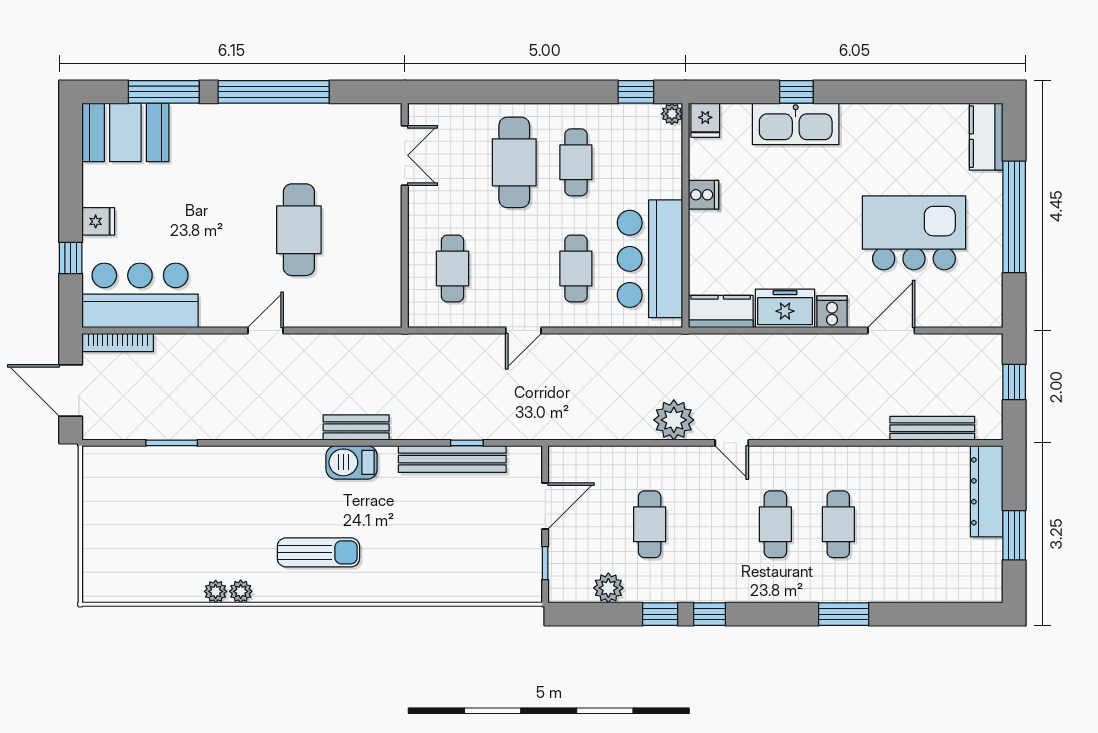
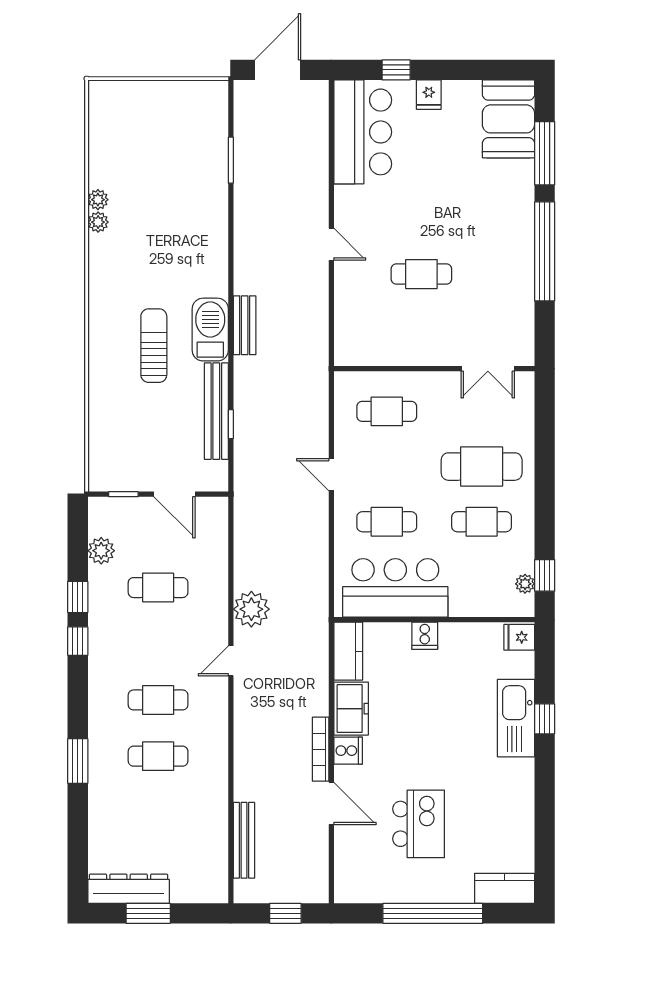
plant: (672, 114) -> (525, 584), moved
cooker: (703, 195) -> (425, 636), moved
cafe table: (299, 230) -> (421, 274), width x0.73, depth x0.74
kitchen island: (914, 233) -> (419, 824), width x0.73, depth x0.78
bookcase: (118, 343) -> (321, 749), moved
barbecue: (352, 462) -> (210, 330), width x1.37, depth x1.21
dresser: (987, 491) -> (129, 889), moved
sun lounger: (318, 552) -> (154, 346), moved, turned 180

